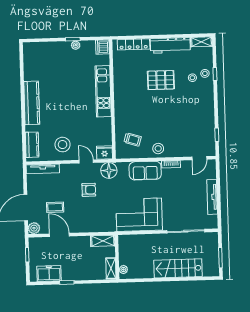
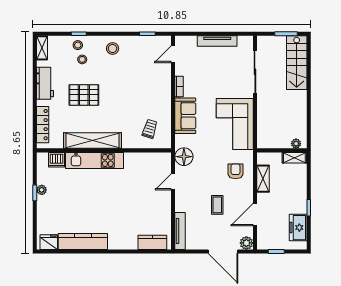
workbench: (170, 45) -> (45, 83), width x0.73
dishwasher: (102, 47) -> (57, 160), moved
pallet: (161, 80) -> (84, 95), turned 90
shelving: (121, 89) -> (92, 141), added
kitchen counter: (32, 103) -> (83, 241), moved
stool: (63, 145) -> (153, 208), removed
stool: (158, 149) -> (113, 48), moved
fridge: (104, 153) -> (49, 242), moved, turned 90
door: (199, 158) -> (173, 54), swing flipped
armchair: (89, 190) -> (236, 171), moved
coffee table: (55, 207) -> (217, 205), moved
shelving: (103, 241) -> (263, 179), moved
stairs: (178, 268) -> (297, 63), moved

